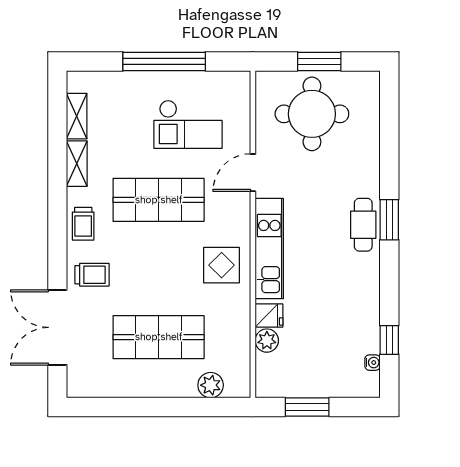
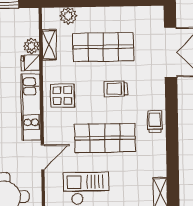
shelving: (77, 164) -> (49, 45), moved
trolley: (92, 275) -> (116, 89), moved

